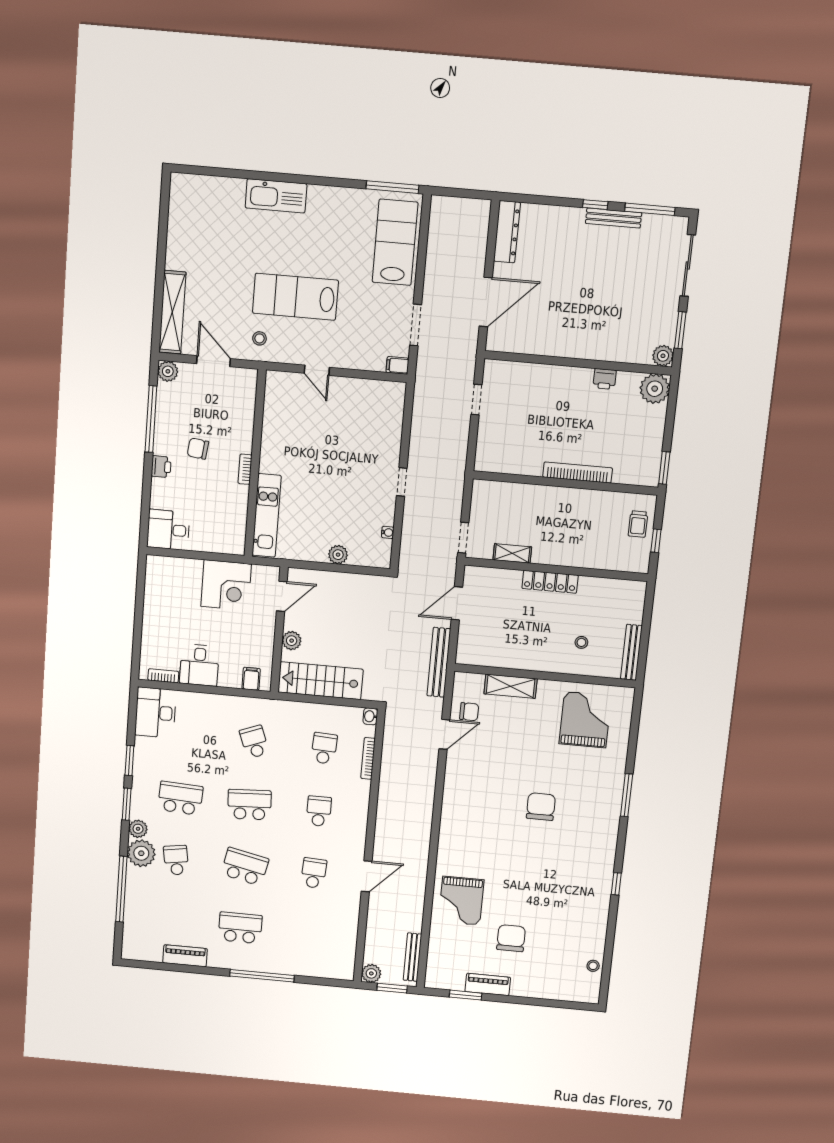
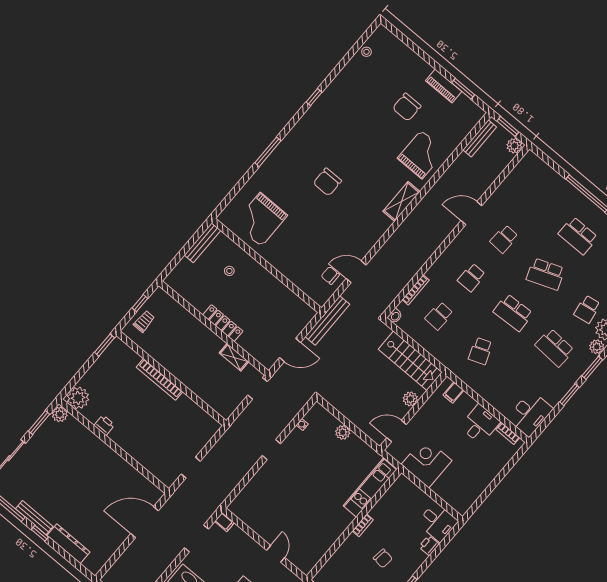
dresser: (507, 232) -> (68, 544), moved, turned 90
printer: (161, 467) -> (429, 546), moved
shelving: (511, 686) -> (402, 202), moved, turned 90
school desk: (245, 867) -> (546, 274), turned -33

